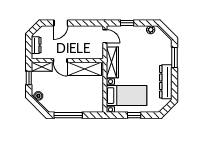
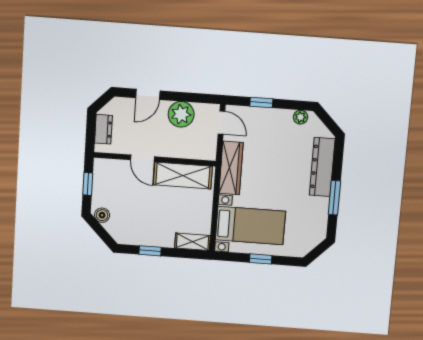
plant: (81, 33) -> (181, 114), added
window: (175, 57) -> (334, 198), moved
shelving: (42, 67) -> (193, 242), moved
dresser: (166, 82) -> (322, 167), moved
window: (68, 115) -> (150, 251), width x0.46

